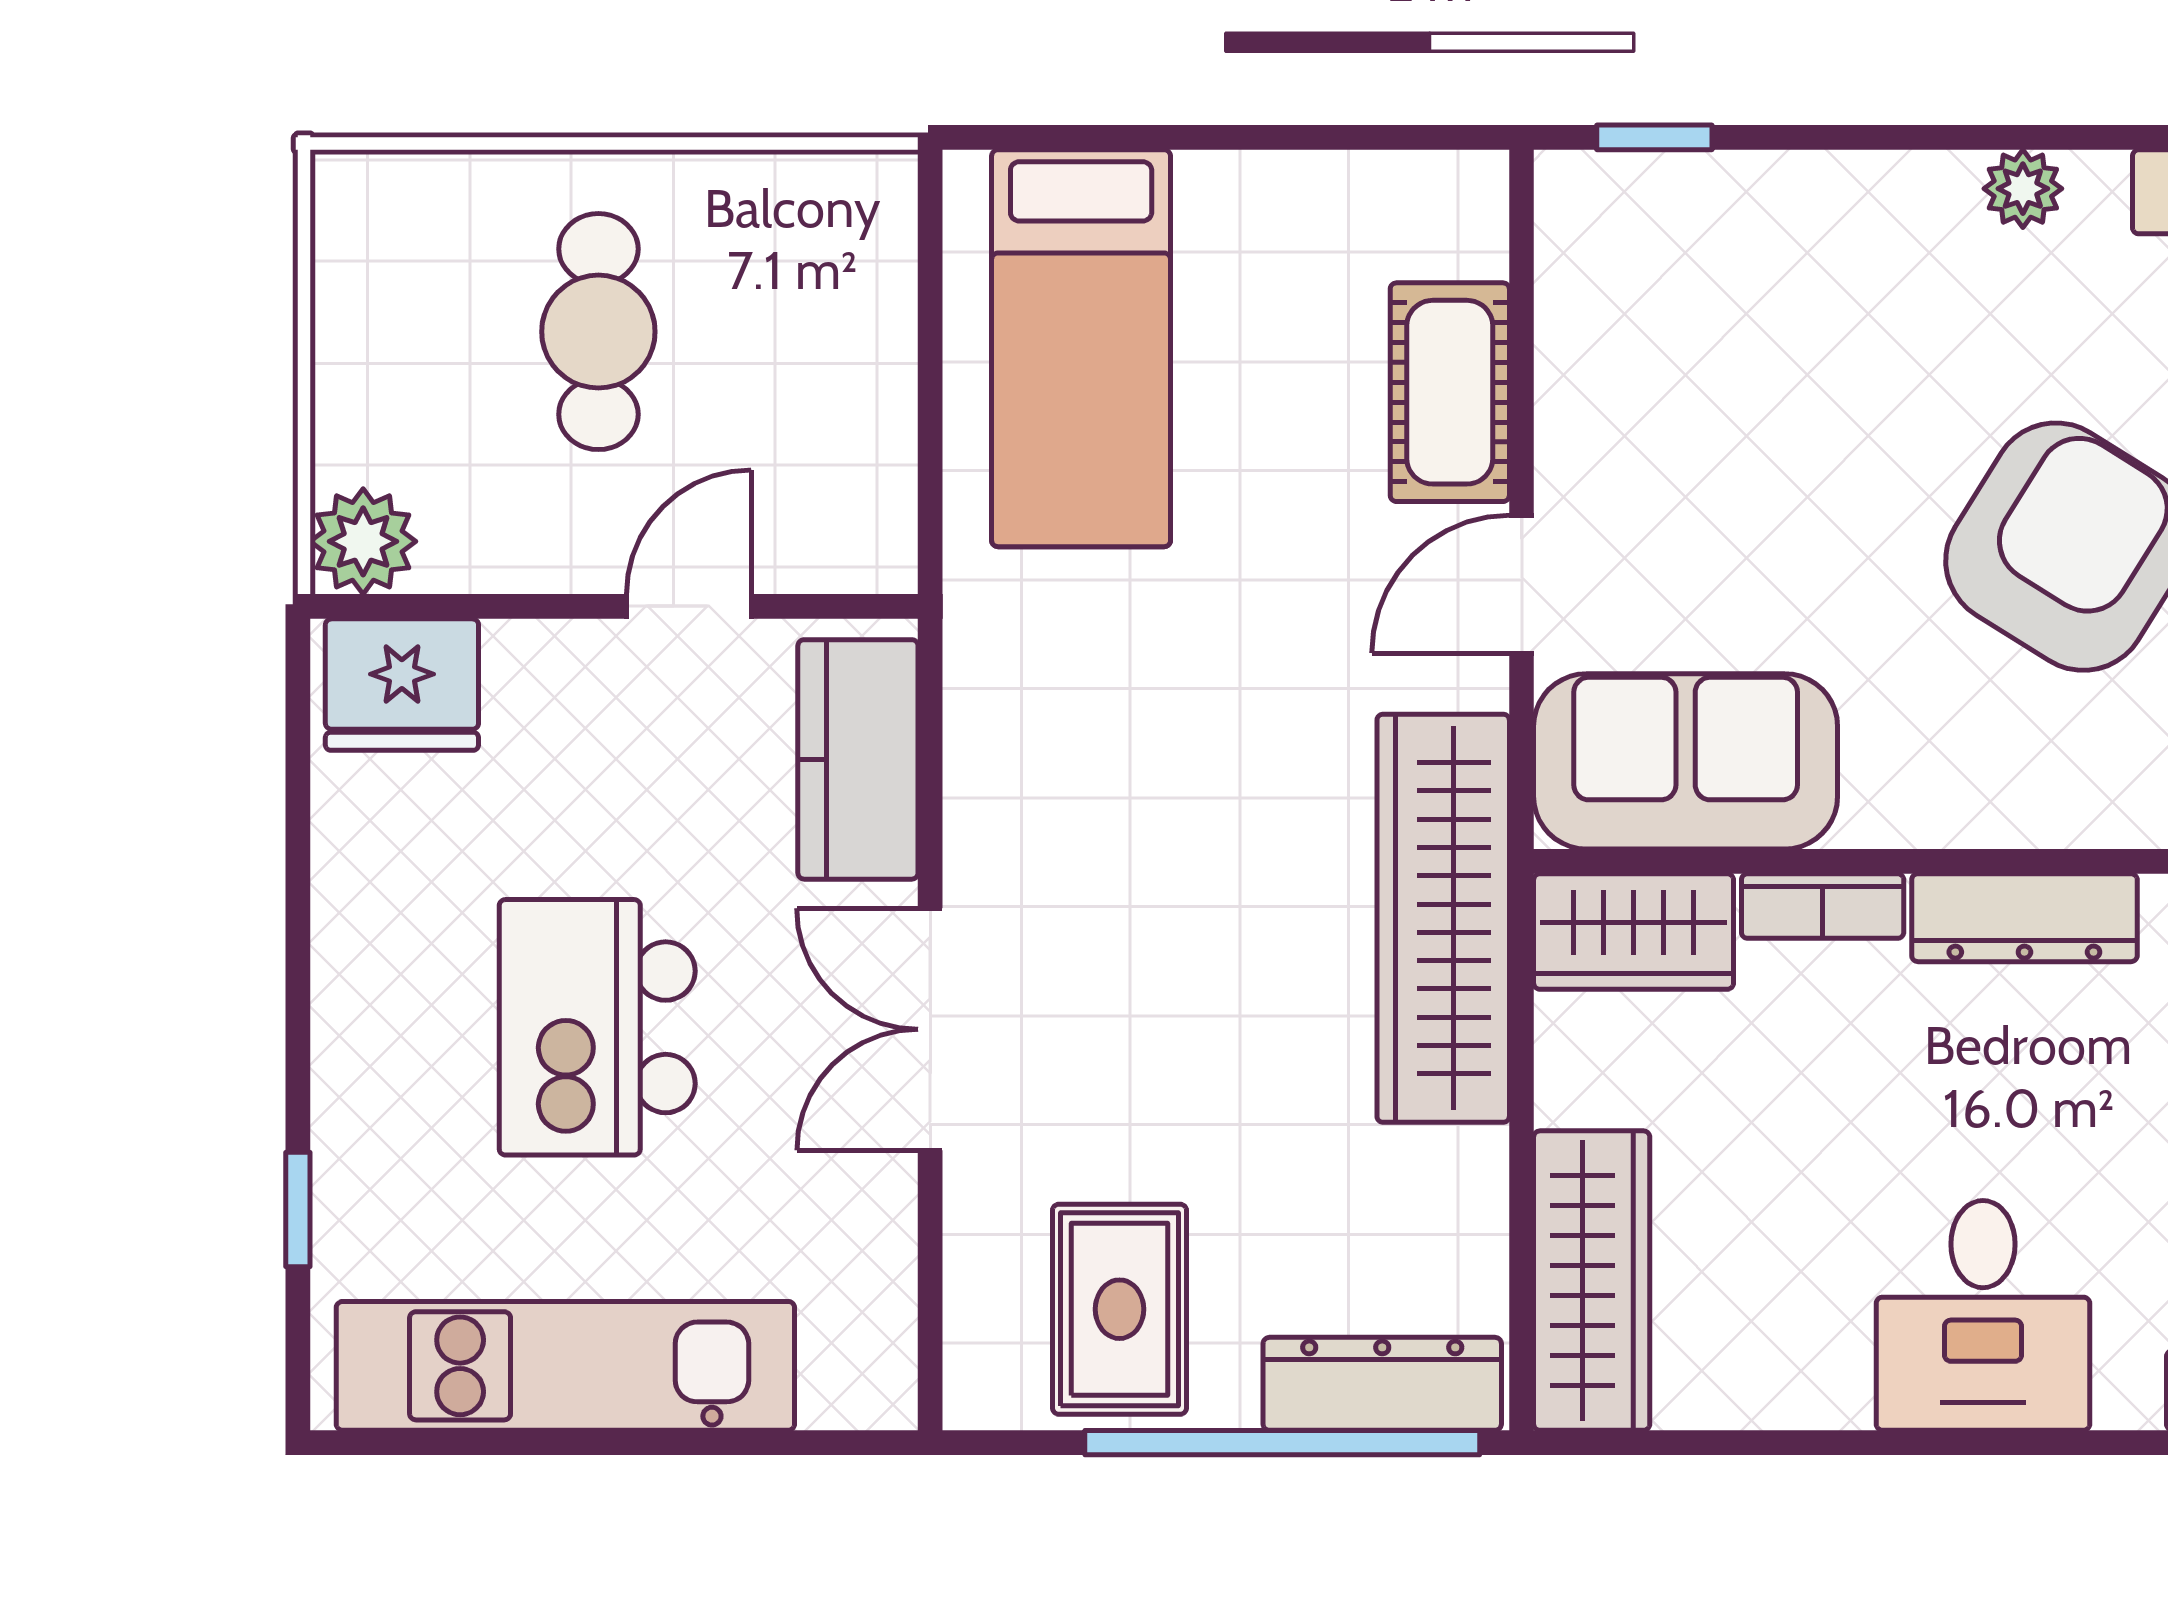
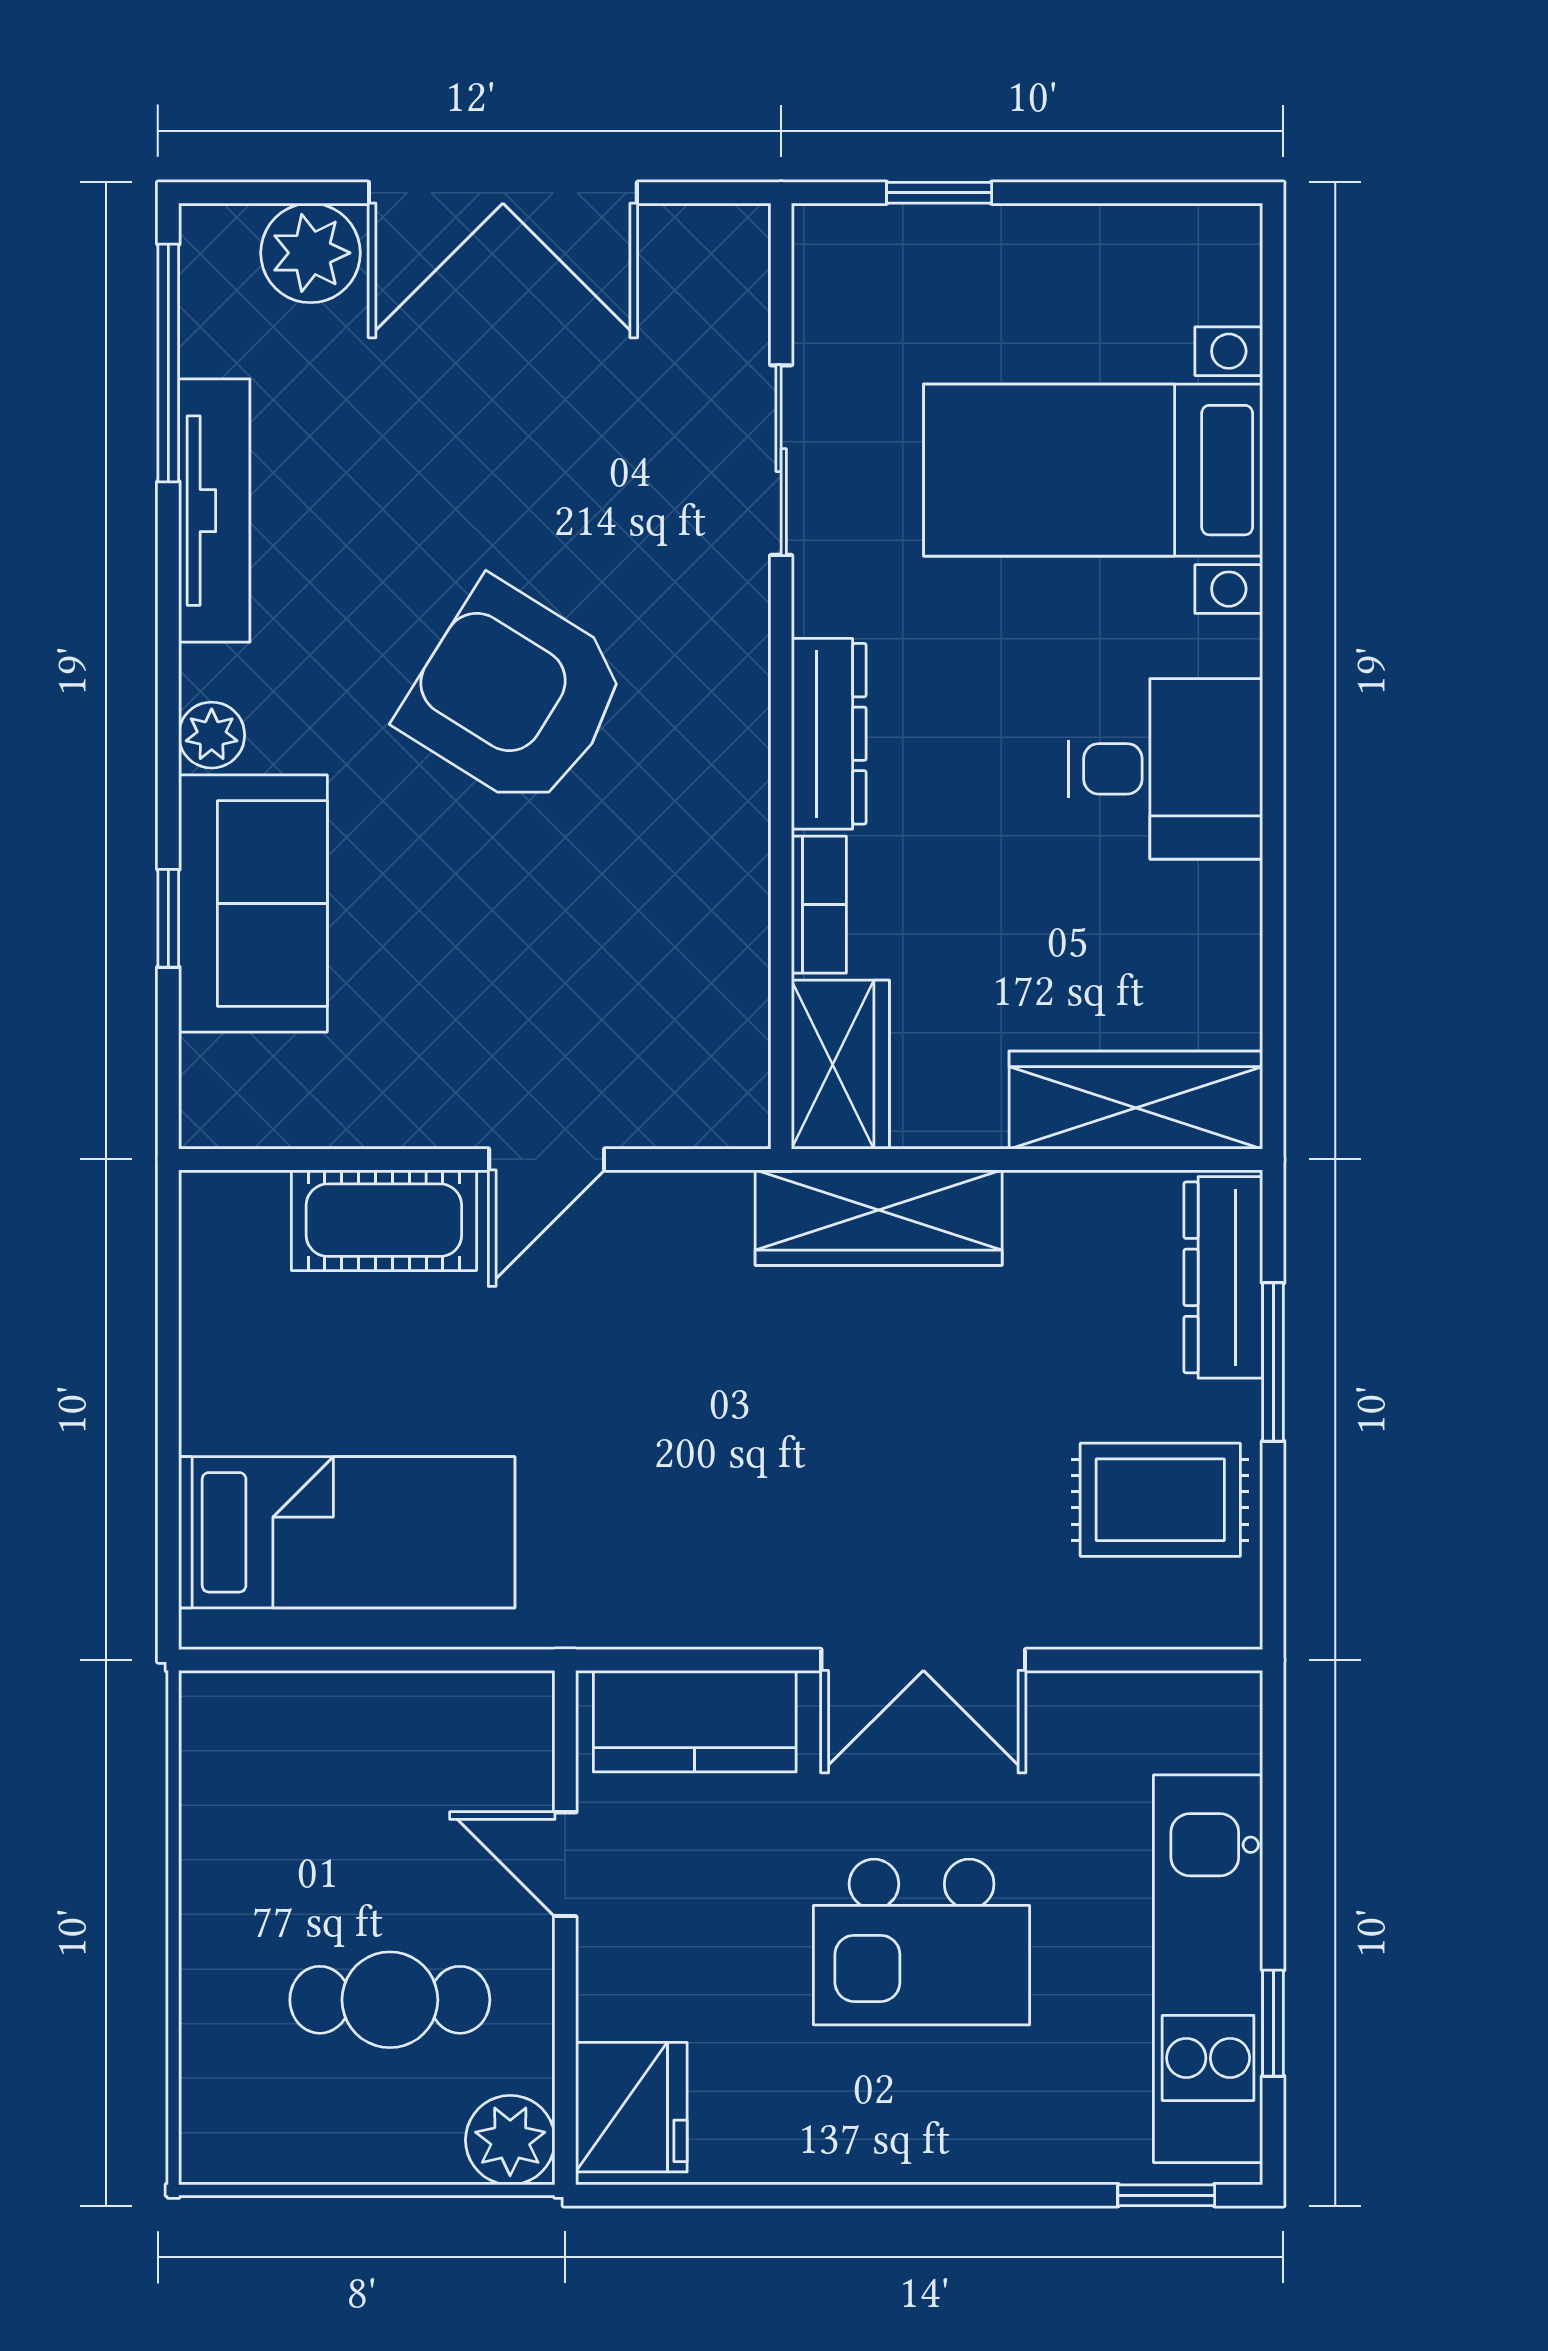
window: (1654, 137) -> (168, 918), moved
cafe table: (598, 332) -> (390, 2000), moved
door: (1522, 584) -> (547, 1159), hinge flipped
sofa: (1686, 761) -> (253, 903), moved, turned 180
wardrobe: (1443, 918) -> (879, 1218), width x0.71, depth x0.85
window: (298, 1210) -> (1166, 2195), moved
window: (501, 1443) -> (1273, 2023), added
window: (1282, 1443) -> (1273, 1362), width x0.47

